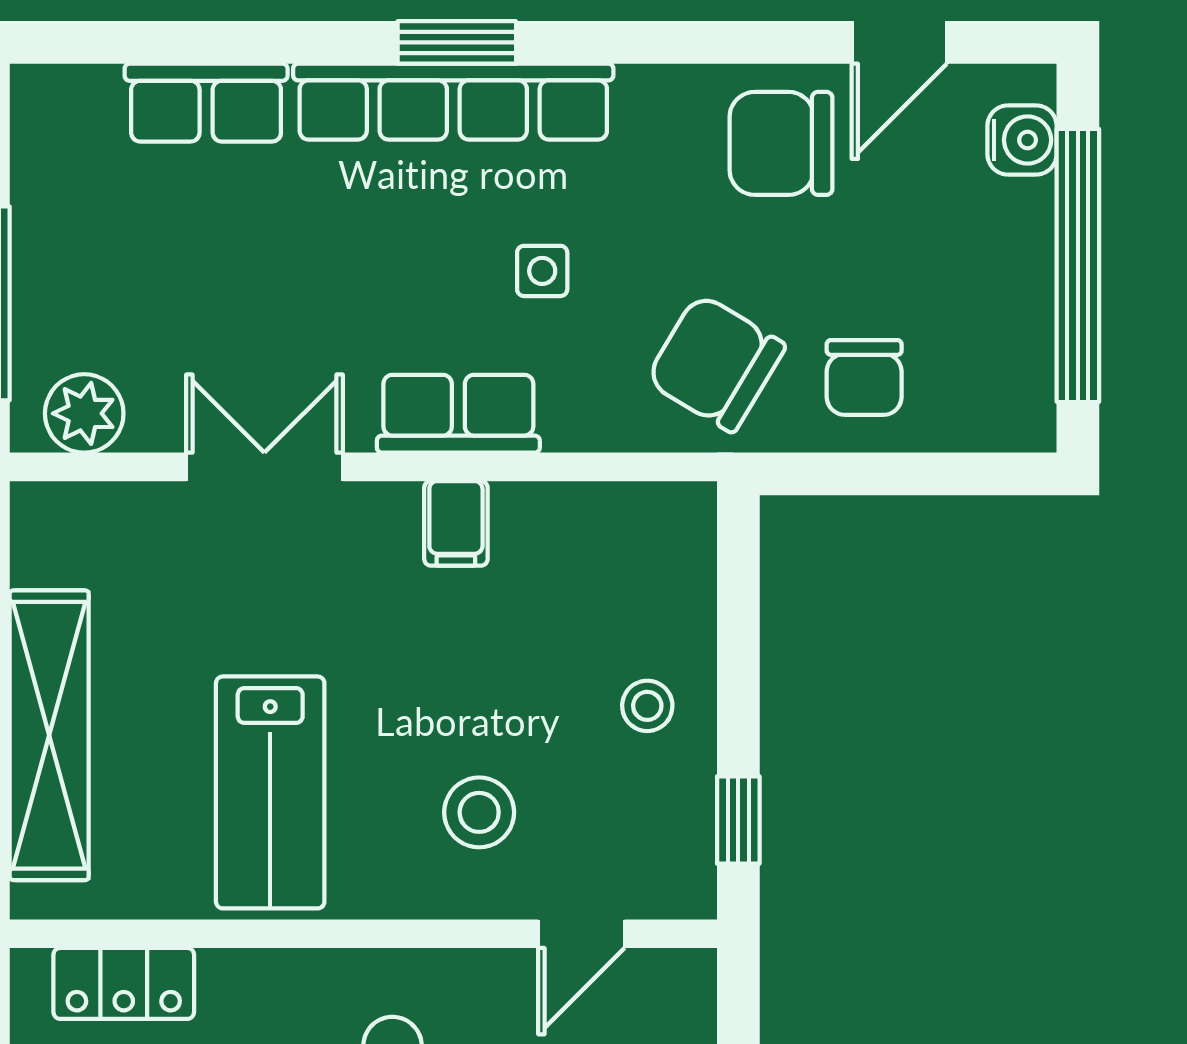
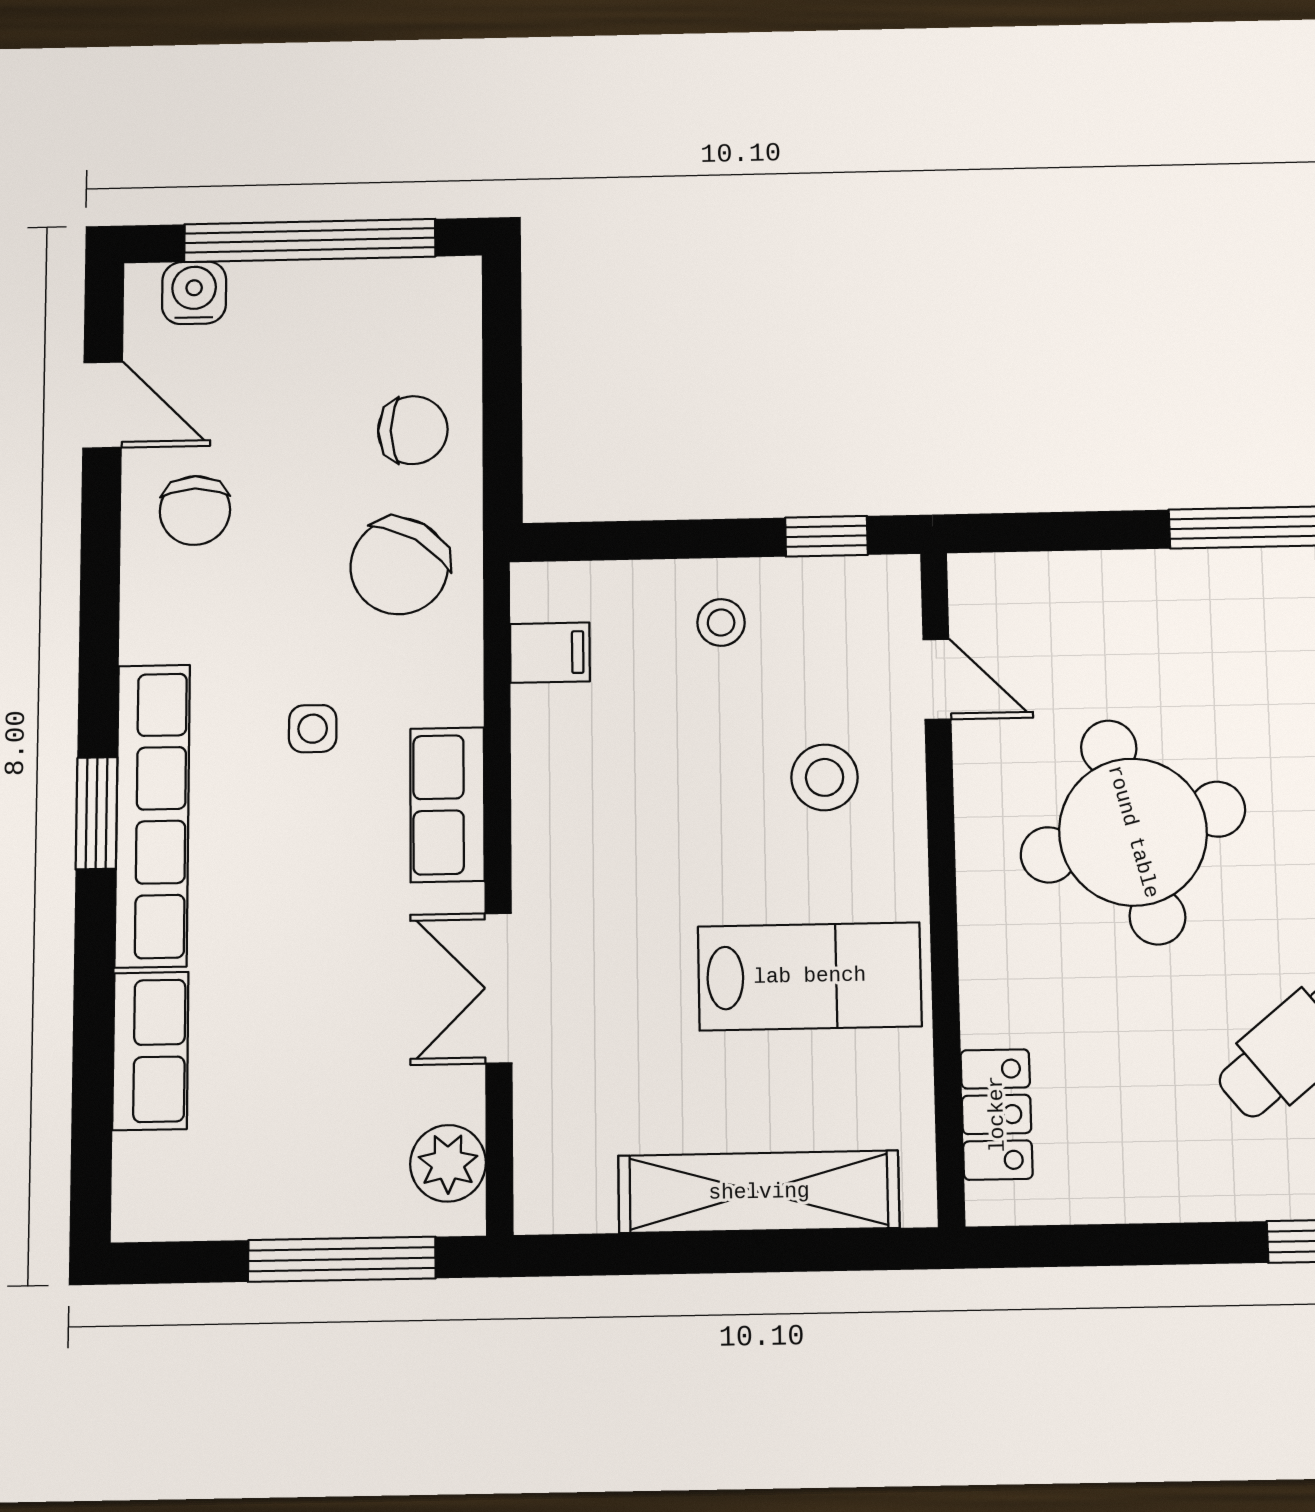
chair: (781, 143) -> (195, 510), width x0.73, depth x0.73
filing cabinet: (456, 523) -> (550, 653), moved

